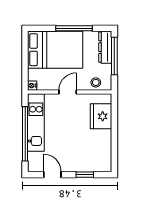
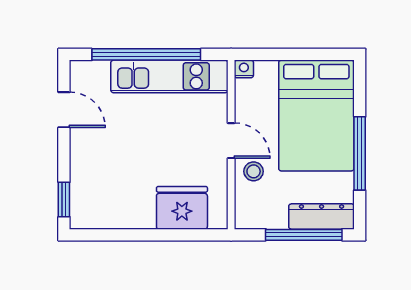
stool: (96, 82) -> (254, 171), moved
door: (52, 175) -> (64, 110), hinge flipped
window: (85, 175) -> (64, 199), moved

